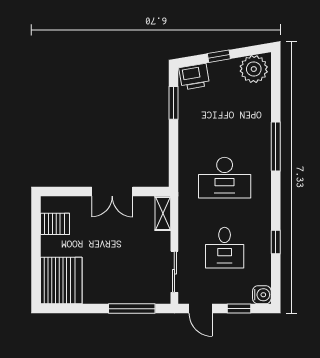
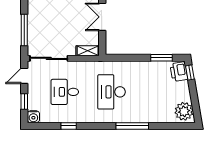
window: (219, 56) -> (190, 73), moved
sliding door: (174, 272) -> (49, 58), width x1.37

